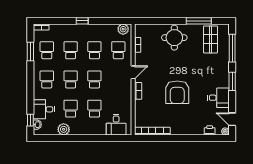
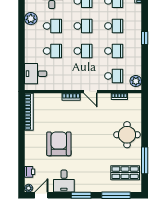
armchair: (177, 92) -> (59, 144), moved, turned 90

